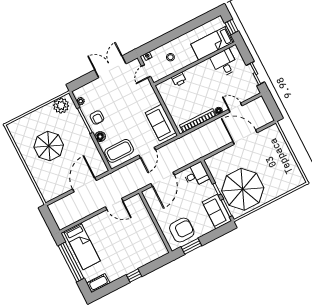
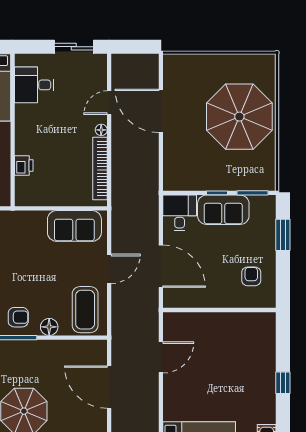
door: (245, 137) -> (161, 111), hinge flipped
door: (147, 153) -> (109, 269), hinge flipped
parasol: (243, 189) -> (239, 117), moved
sofa: (217, 211) -> (223, 210), moved
armchair: (182, 230) -> (251, 276), width x0.53, depth x0.53
window: (191, 246) -> (283, 235), moved

